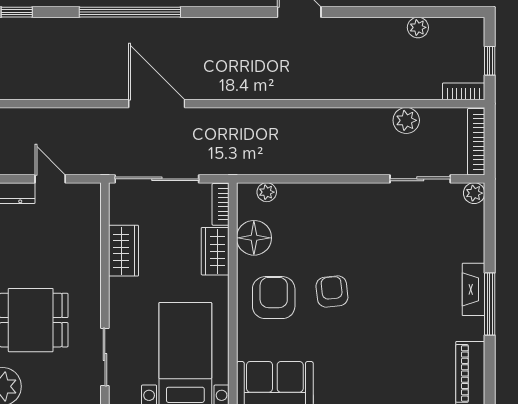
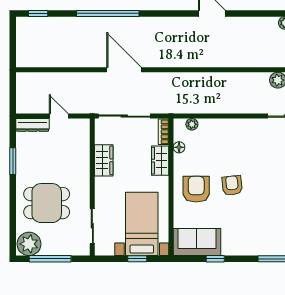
floor lamp: (254, 238) -> (179, 147), width x0.53, depth x0.53

